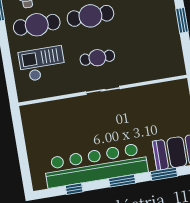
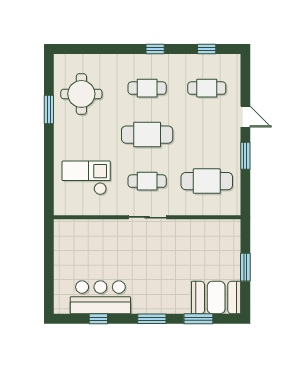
cafe table: (37, 25) -> (207, 181), moved
bar counter: (96, 165) -> (100, 297), width x0.54

